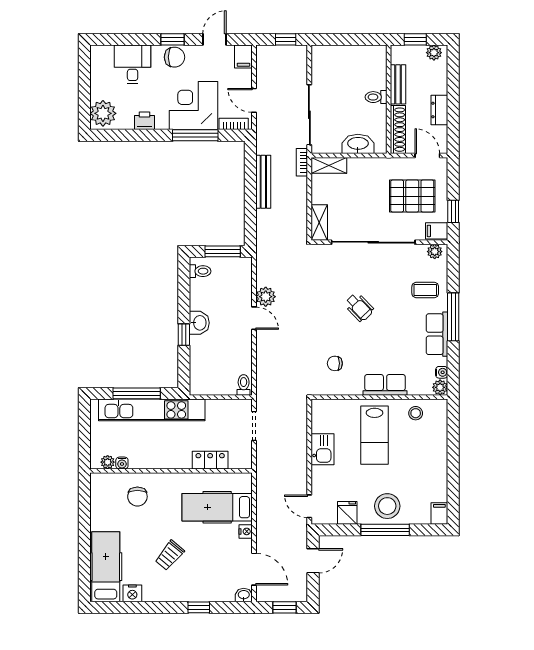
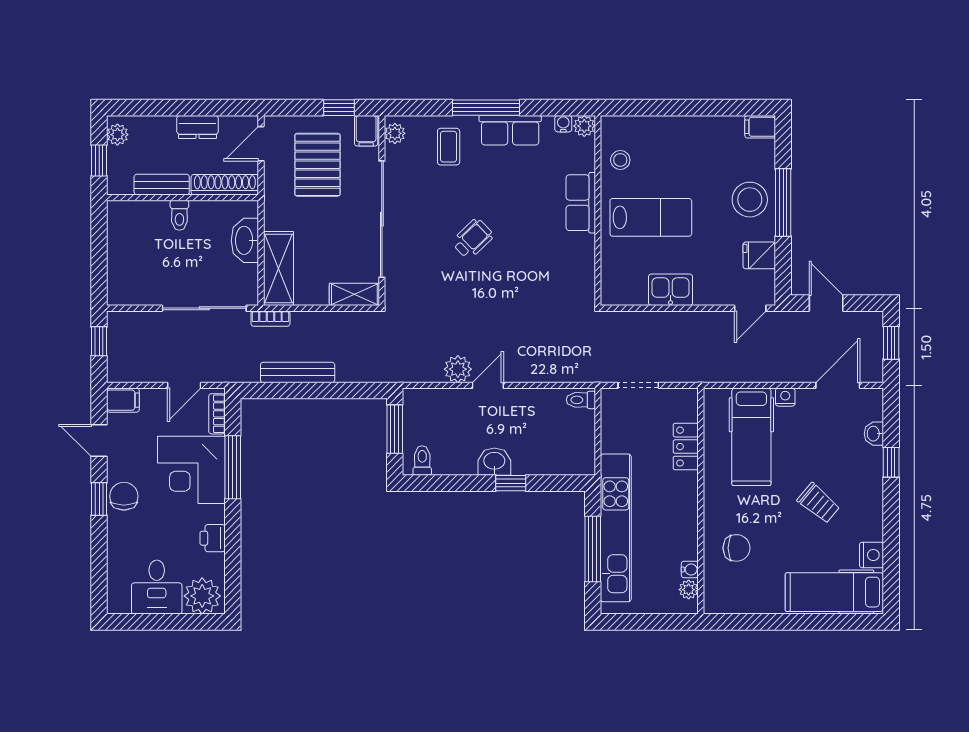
desk: (133, 64) -> (157, 587), moved, turned -90
shelving: (329, 165) -> (278, 269), width x1.50, depth x1.33
chair: (335, 363) -> (551, 273), removed
washbasin: (244, 595) -> (874, 434), moved

